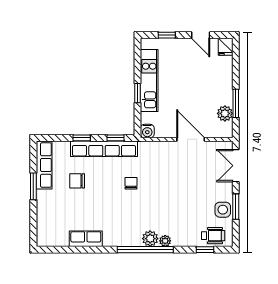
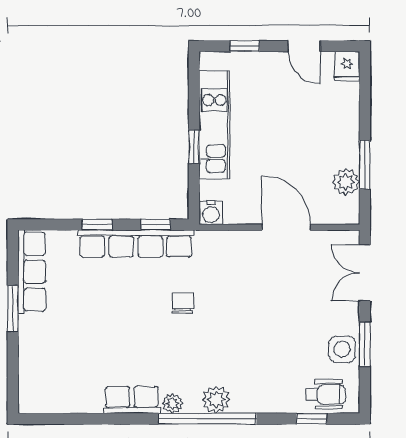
chair: (77, 181) -> (89, 299), removed
row of seats: (86, 239) -> (132, 400), moved
plant: (165, 241) -> (172, 403), moved

